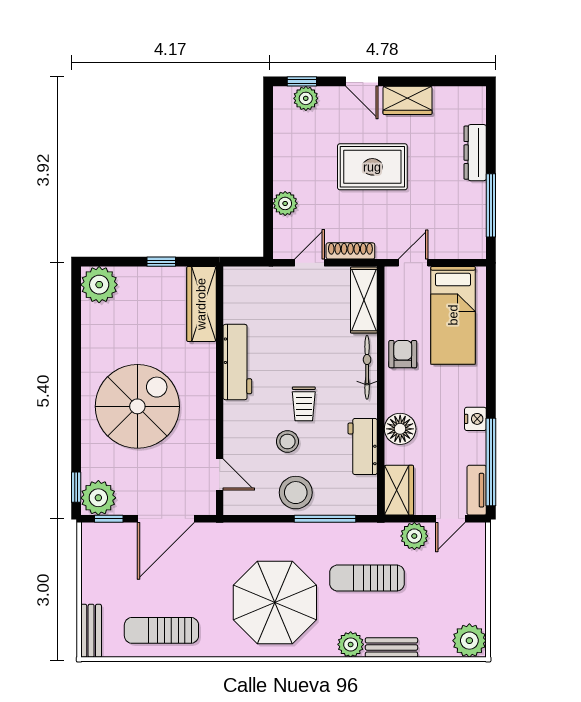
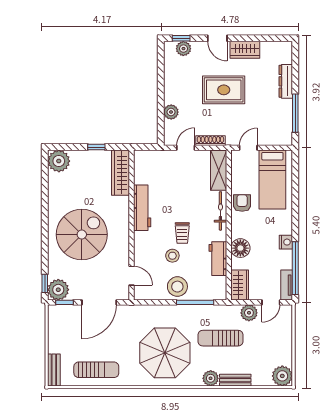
sun lounger: (161, 630) -> (96, 370), turned 180

